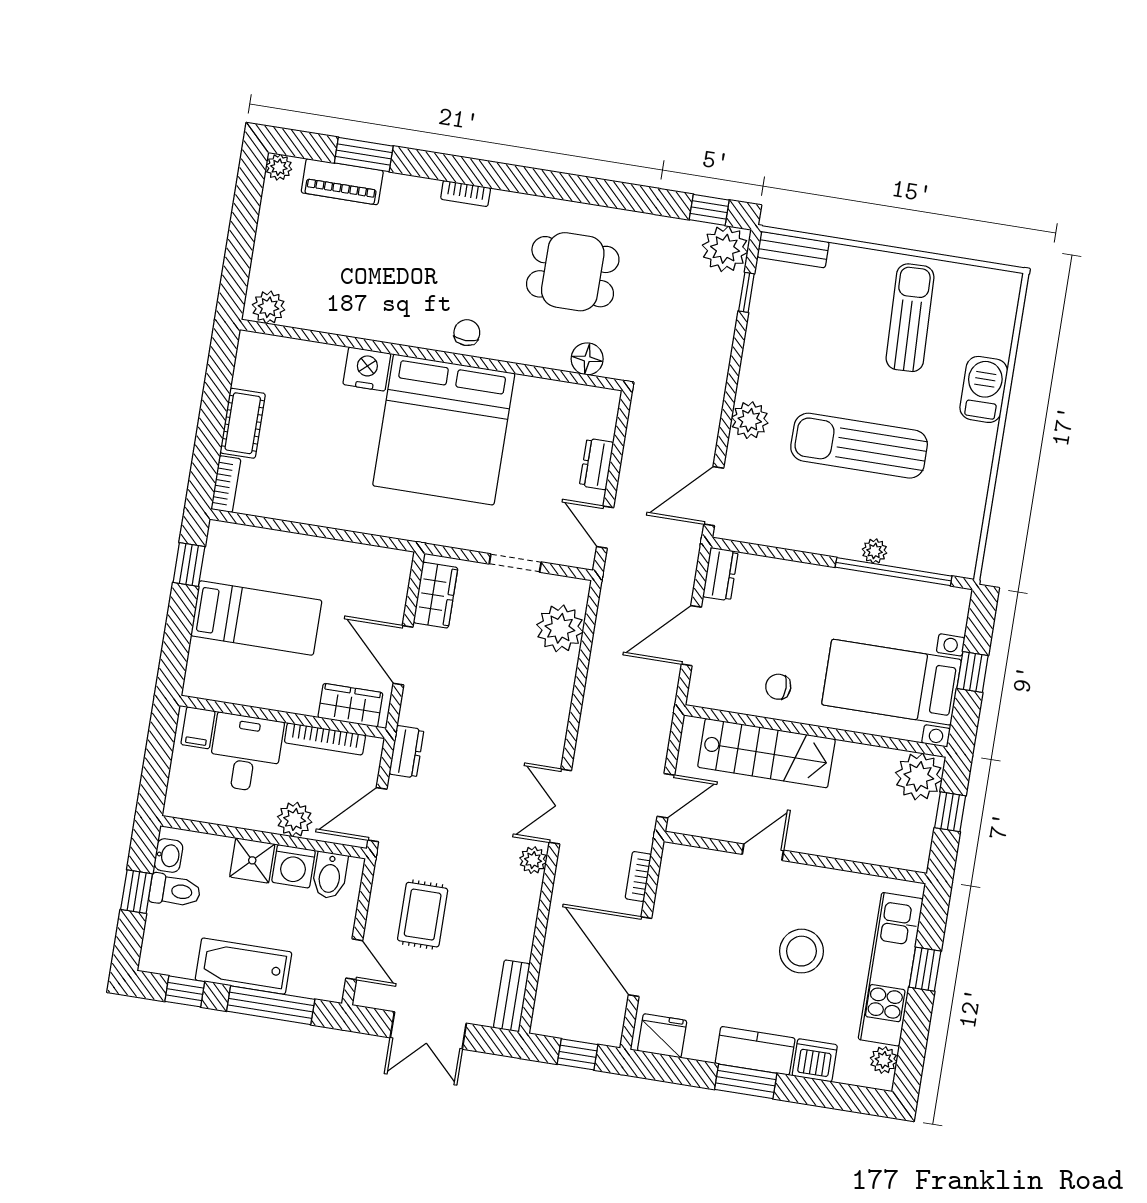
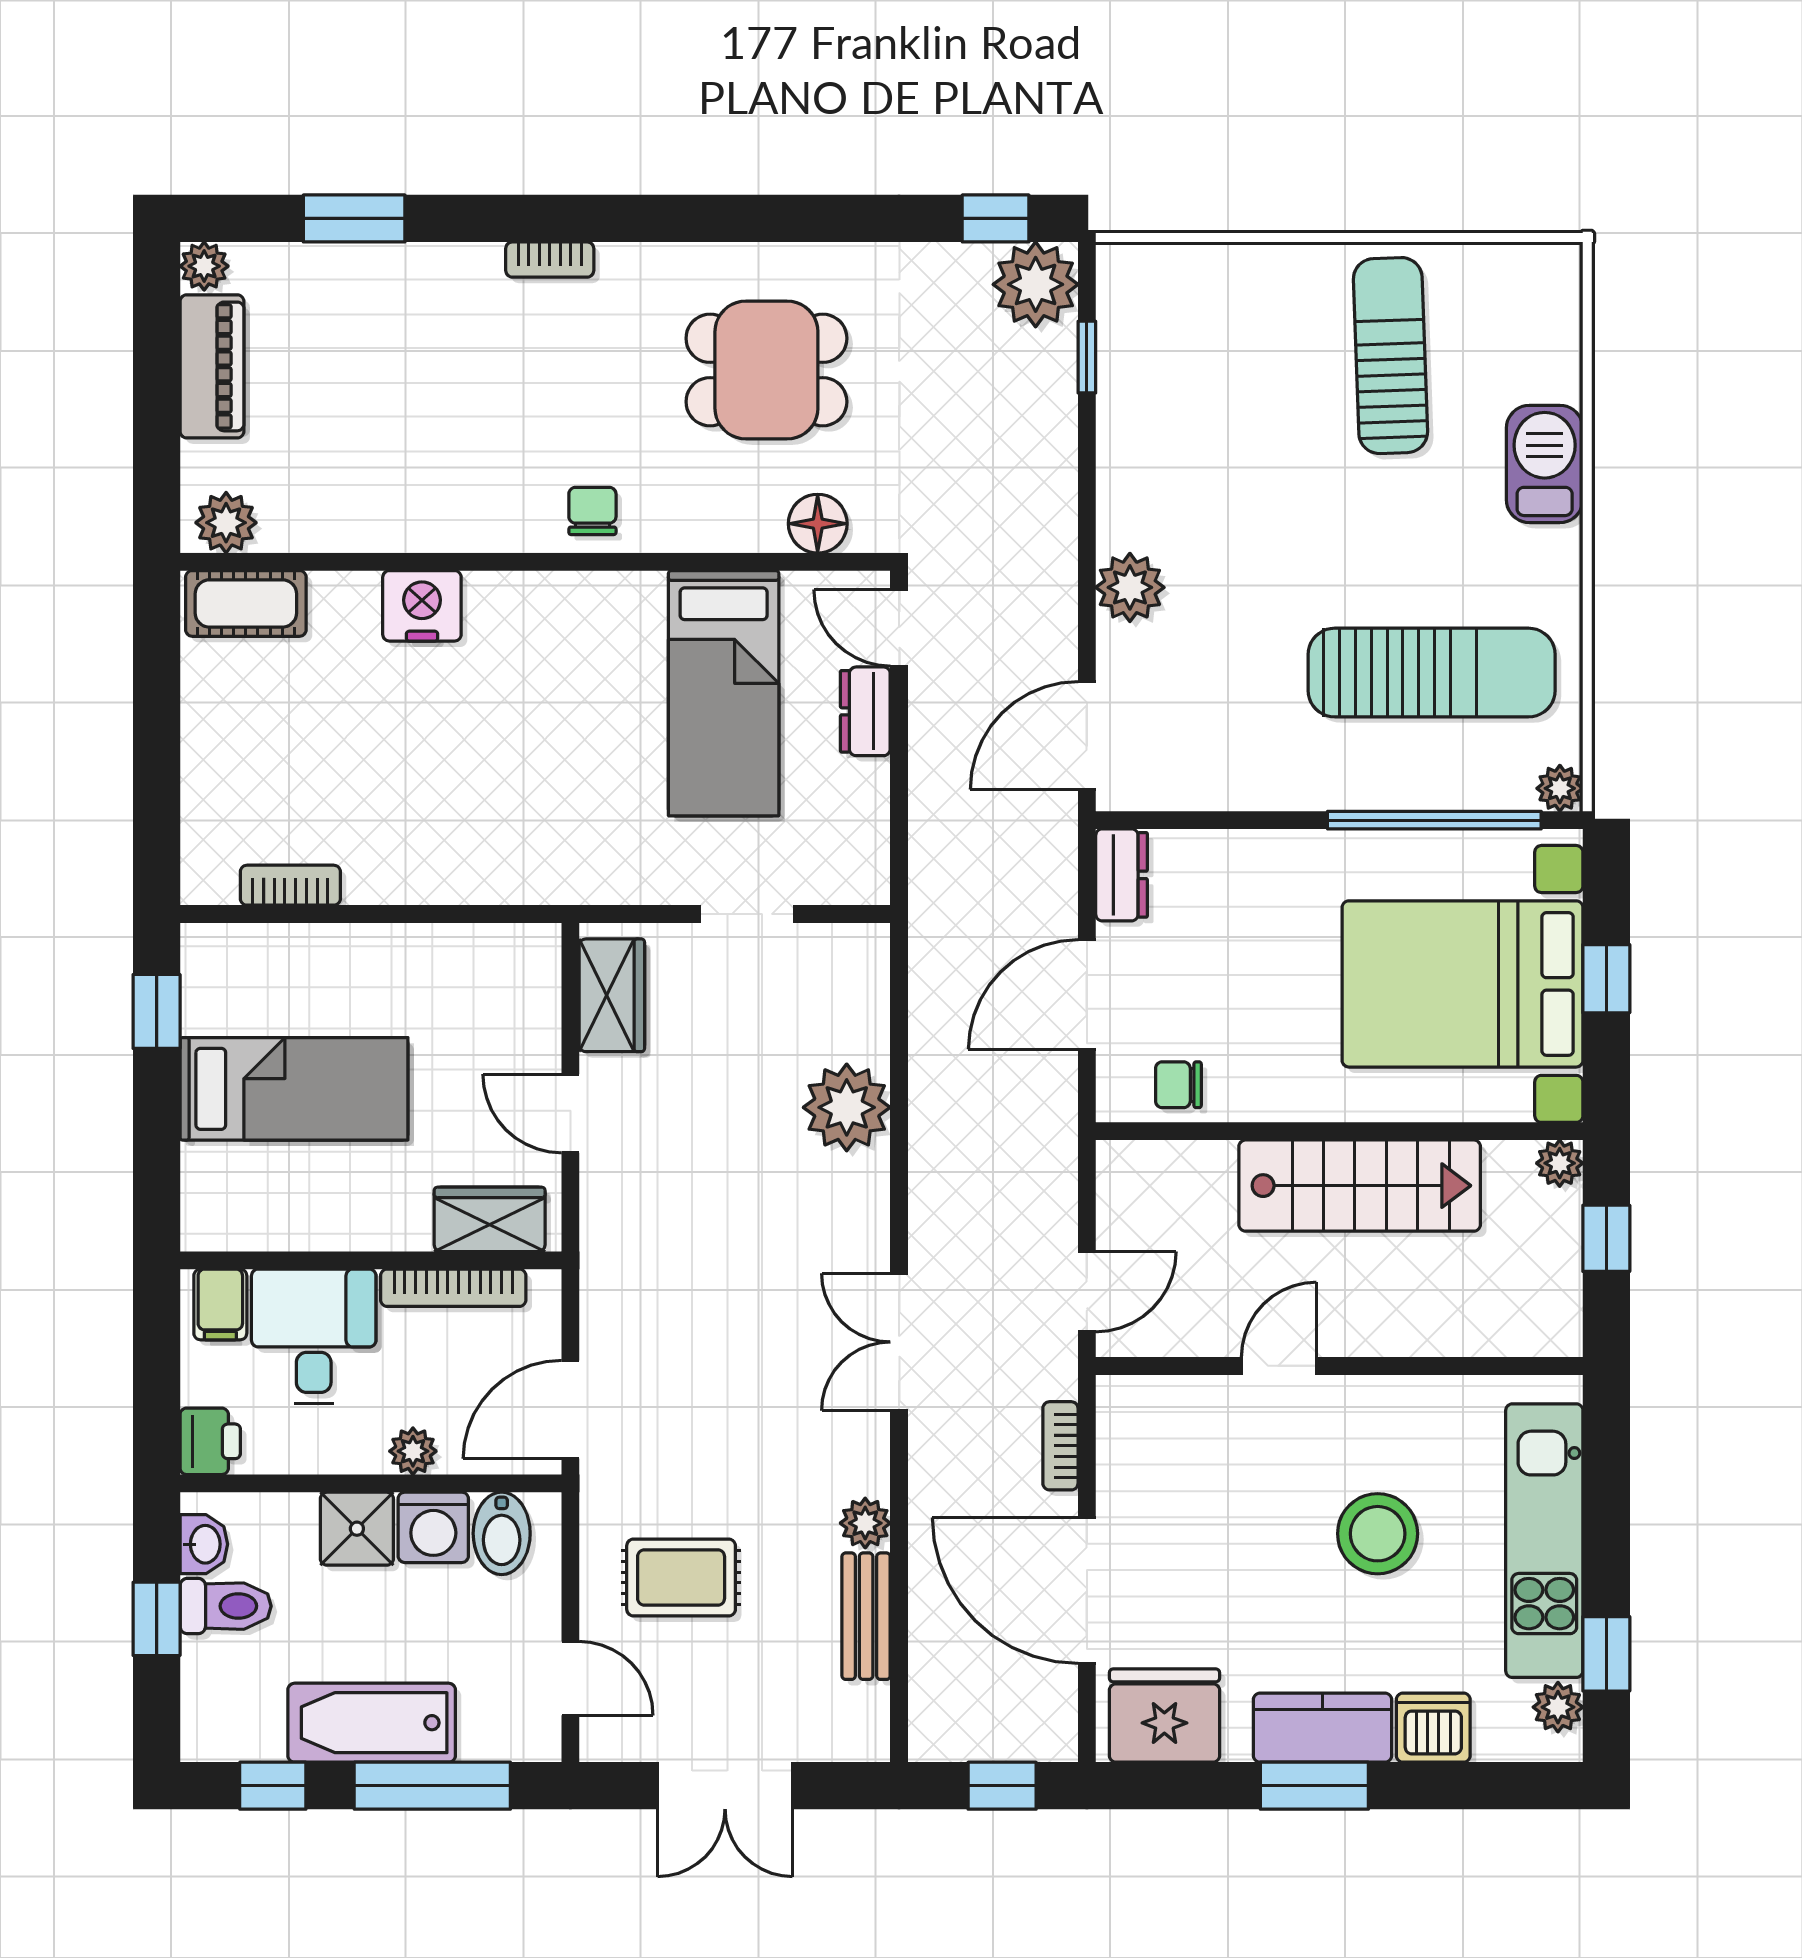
piano: (342, 182) -> (212, 366), moved, turned -90
bench: (793, 250) -> (1159, 266), removed
cot: (243, 423) -> (246, 603), moved, turned 90
bed: (444, 430) -> (724, 693), moved, width x0.49
sun lounger: (859, 446) -> (1432, 673), moved, turned 180
bookcase: (226, 484) -> (290, 885), moved, turned -90
door: (605, 527) -> (899, 628), moved
plant: (875, 551) -> (1560, 788), moved
plant: (560, 628) -> (847, 1107), moved
door: (403, 655) -> (570, 1114), width x0.73
bed with nightstands: (891, 682) -> (1462, 984), width x1.36
chair: (778, 687) -> (1178, 1085), moved
dresser: (406, 752) -> (605, 1287), removed
stairs: (766, 753) -> (1360, 1186), moved
plant: (919, 776) -> (1560, 1163), width x0.53, depth x0.53
printer: (181, 801) -> (210, 1441), added
plant: (295, 819) -> (413, 1451), width x0.73, depth x0.73
plant: (533, 860) -> (865, 1523), moved
rug: (423, 915) -> (681, 1578), turned 90
window: (925, 969) -> (1606, 1654), moved
bench: (512, 996) -> (866, 1616), moved
fridge: (662, 1036) -> (1164, 1716), width x1.36, depth x1.34

